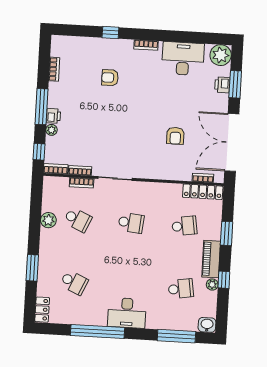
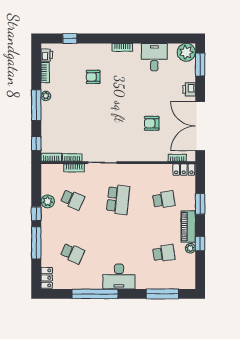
window: (110, 33) -> (70, 39), moved
desk: (183, 59) -> (154, 57), width x0.73
window: (235, 84) -> (200, 65), moved
printer: (222, 85) -> (189, 89), moved
printer: (53, 116) -> (47, 55), moved
plant: (51, 130) -> (46, 96), moved
armchair: (175, 136) -> (152, 123), turned 90
locker: (203, 192) -> (184, 170), width x0.66
school desk: (131, 223) -> (118, 200), width x1.85
window: (34, 234) -> (36, 214), added
window: (32, 268) -> (36, 243), width x1.44
washbasin: (207, 325) -> (188, 283), removed

